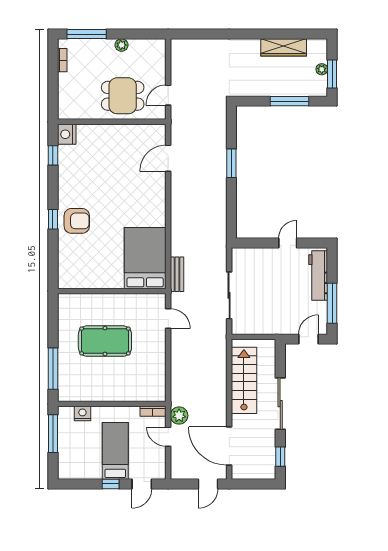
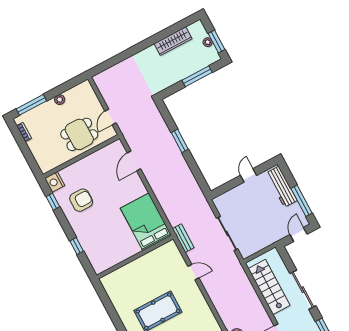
armchair: (77, 221) -> (81, 200), moved
bed: (145, 258) -> (146, 222), moved
wall: (112, 291) -> (135, 257), moved

